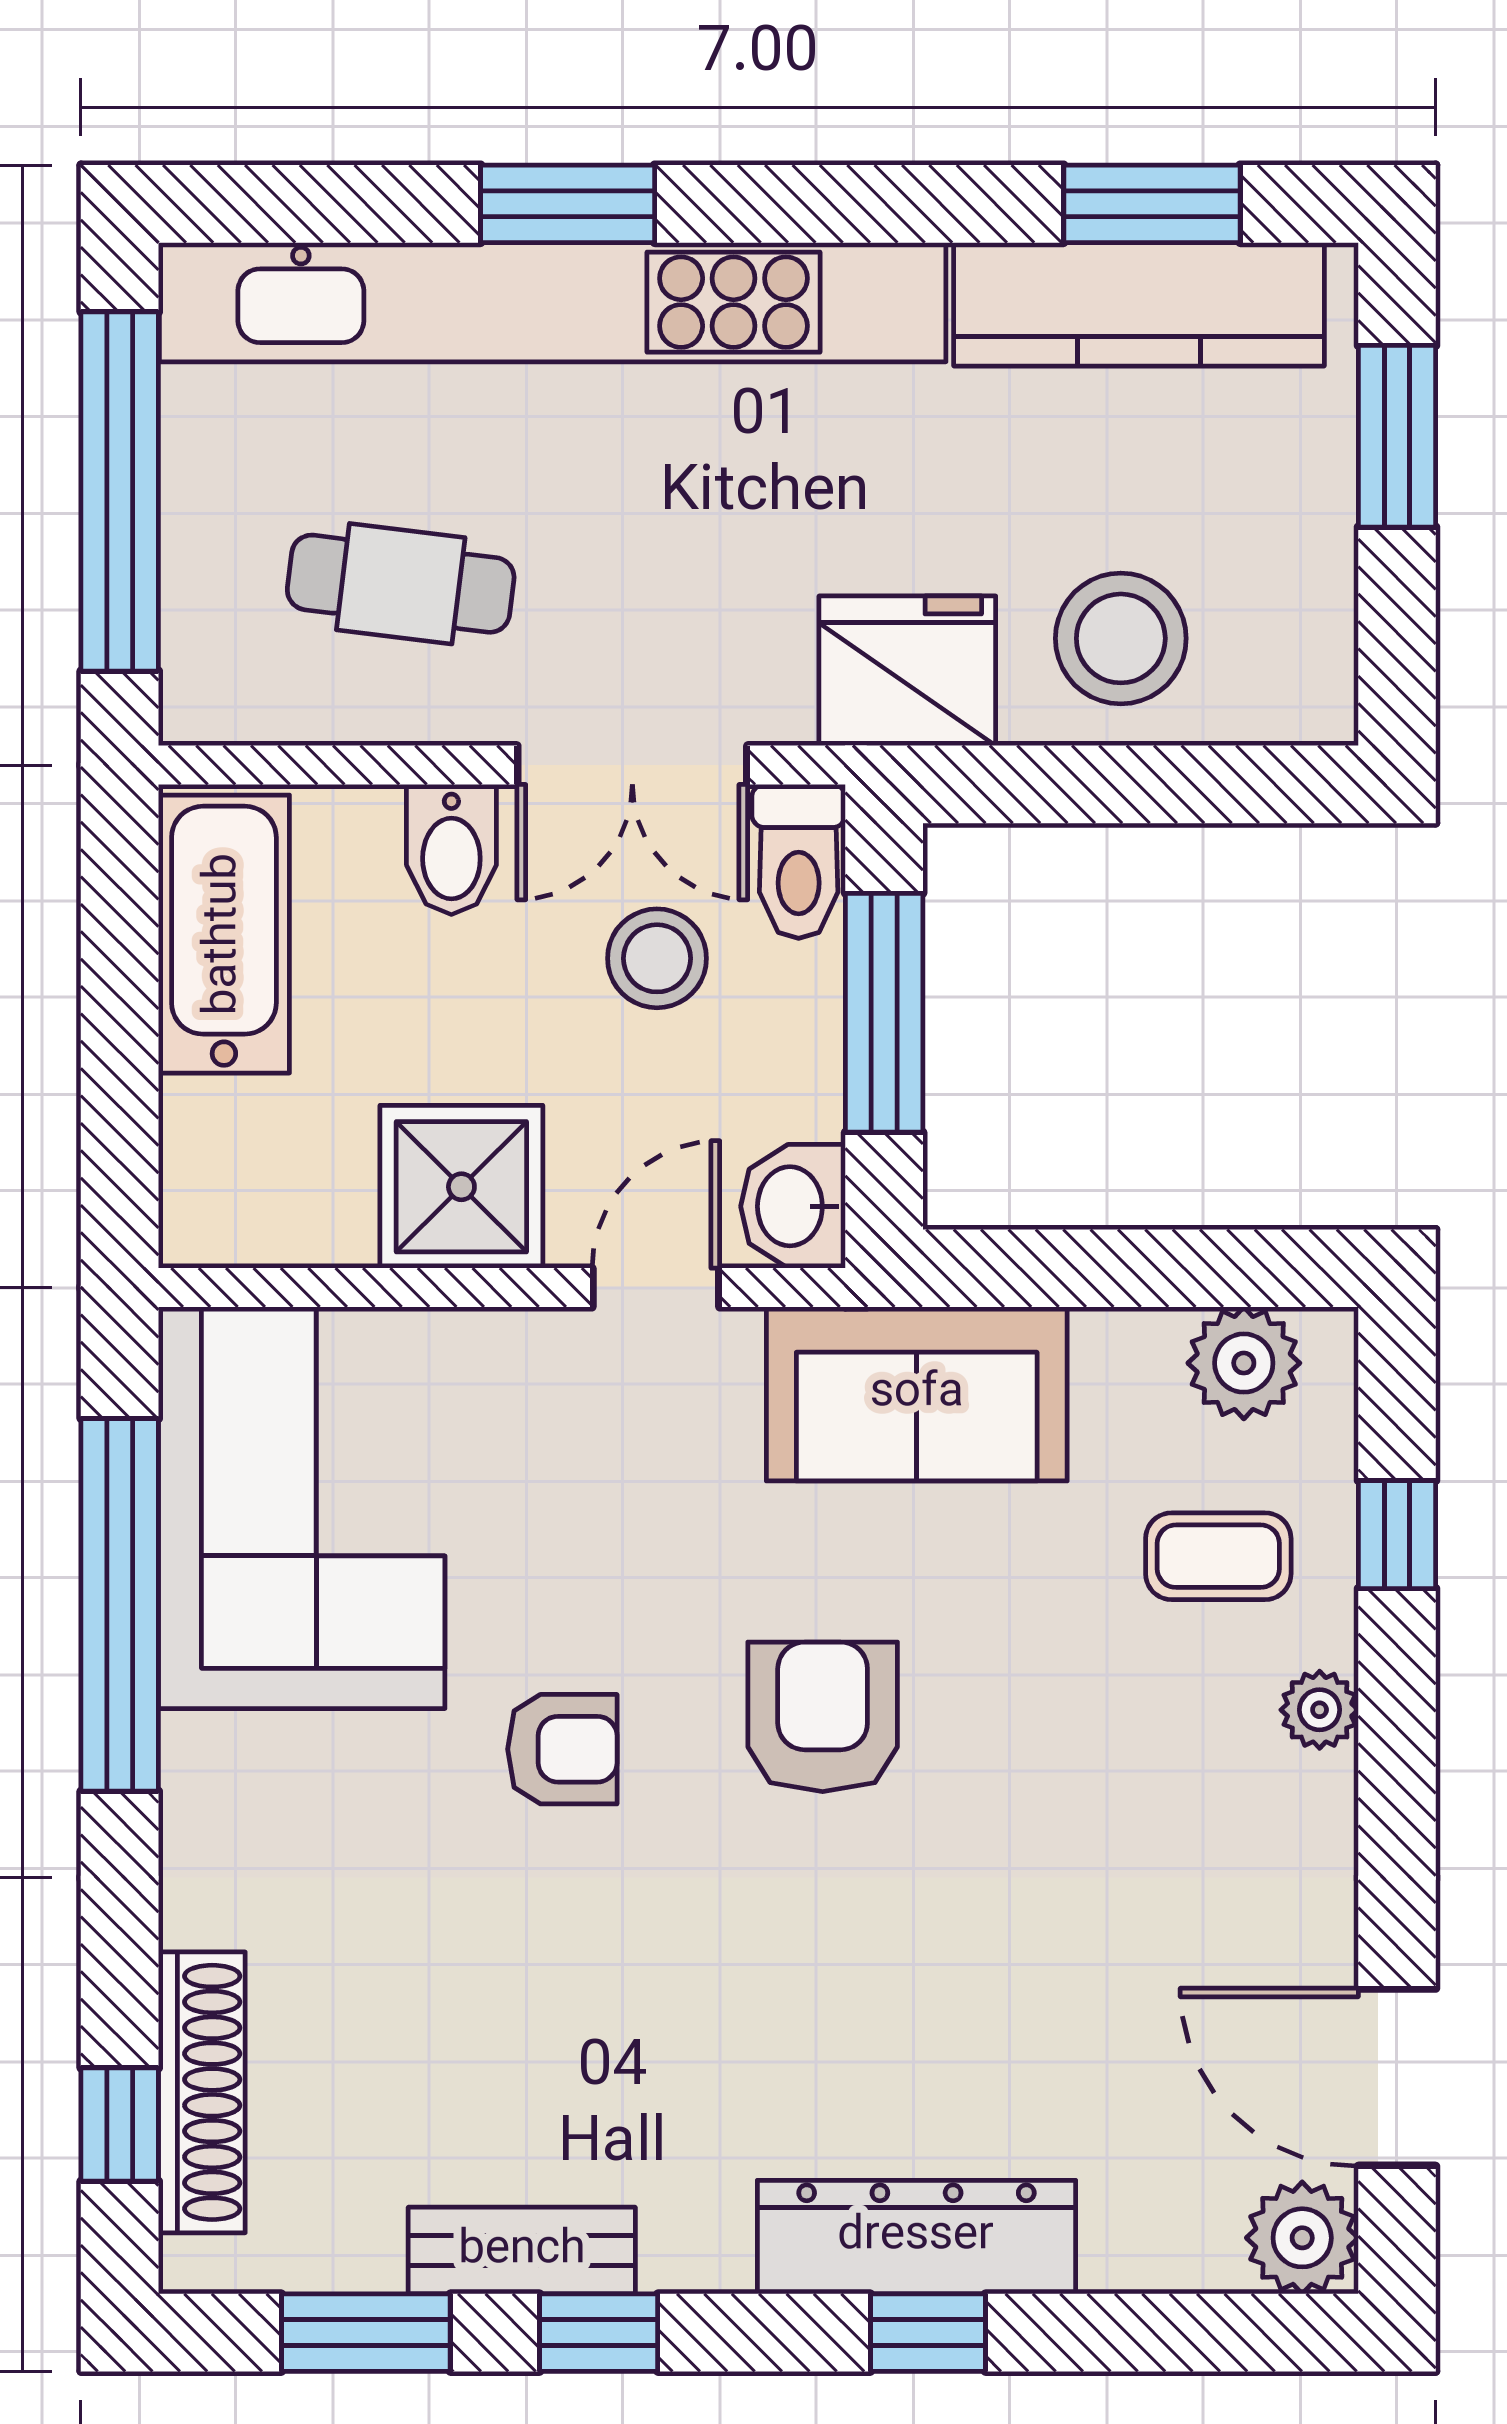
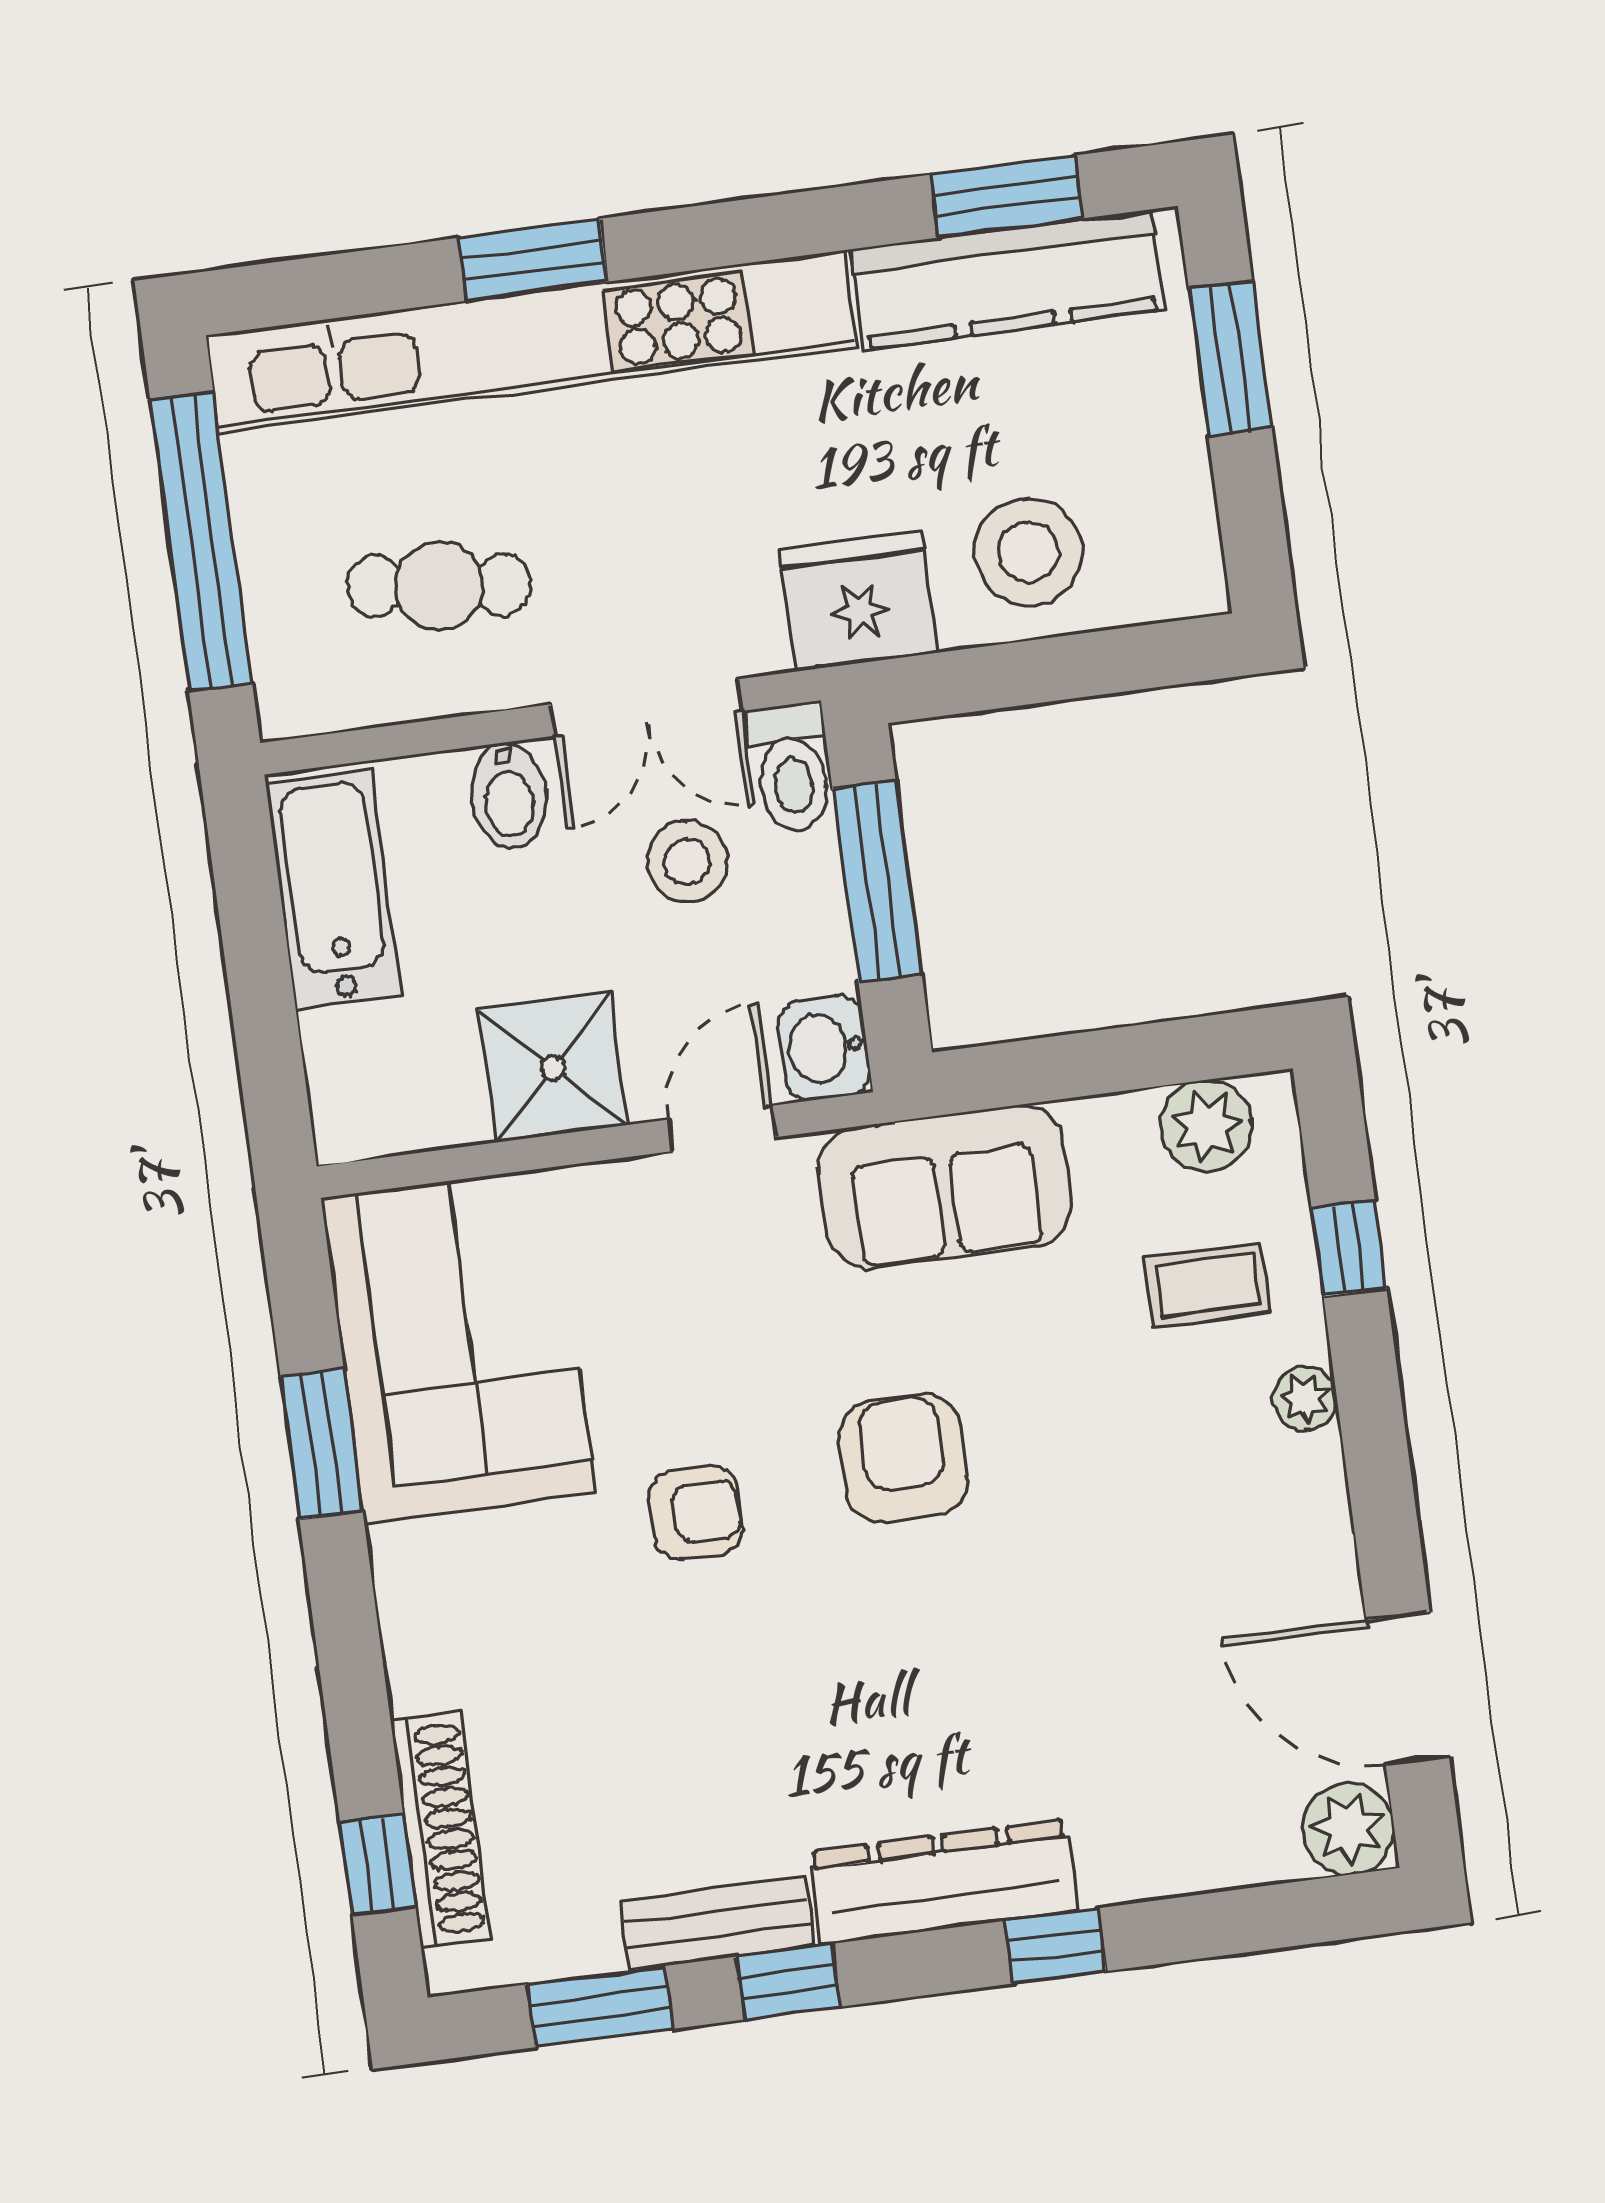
window: (120, 1605) -> (322, 1444), width x0.47
dresser: (916, 2237) -> (943, 1882), moved

